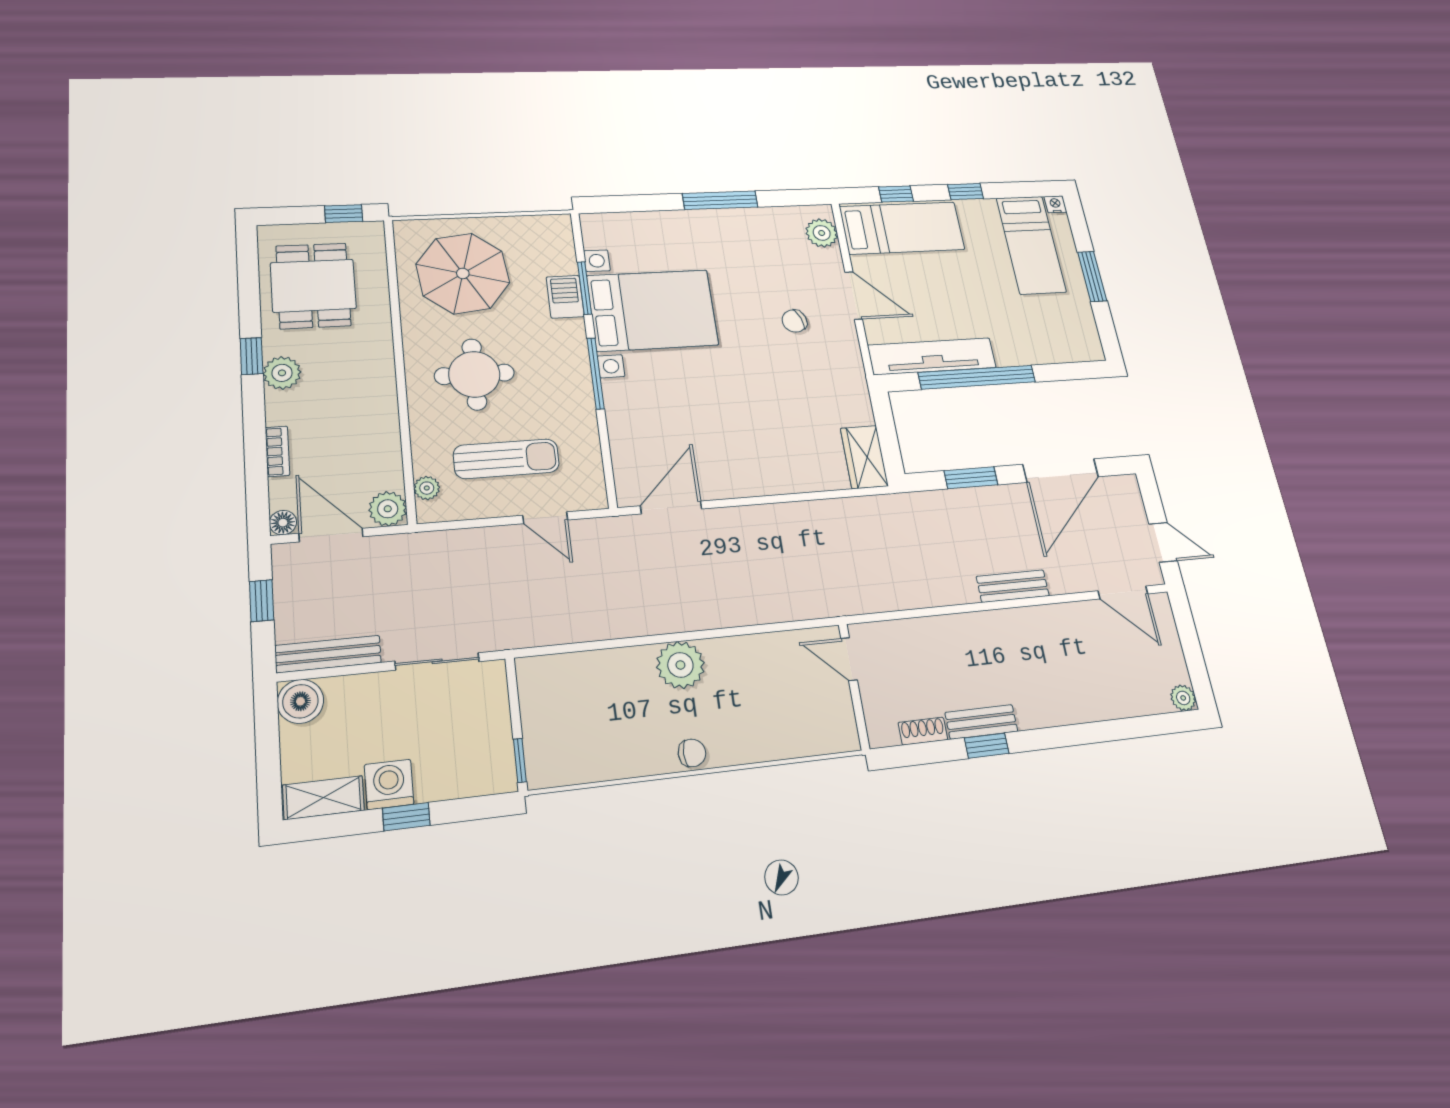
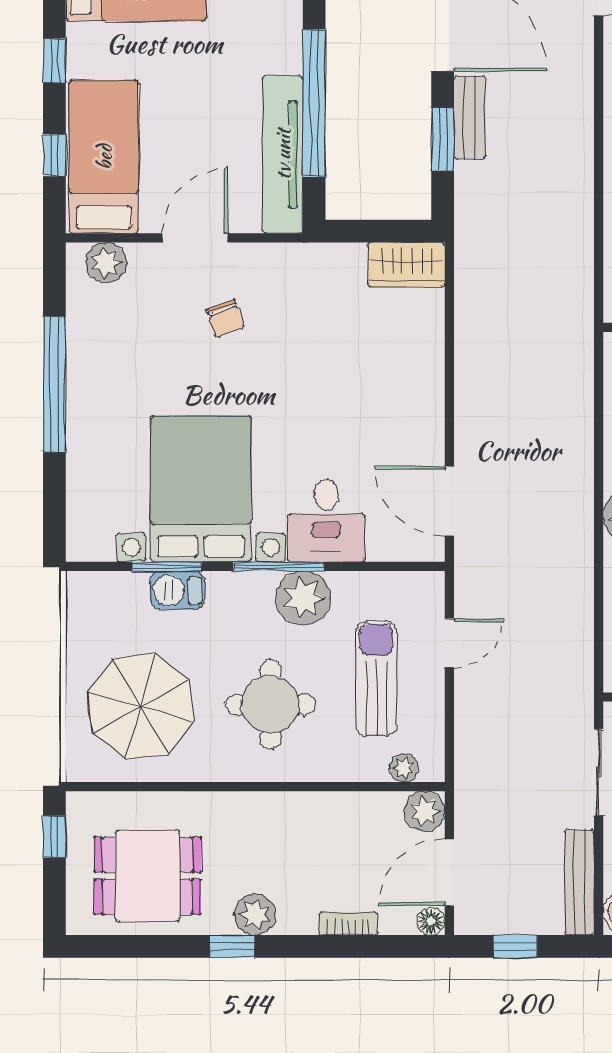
window: (720, 200) -> (54, 384), width x1.46
plant: (571, 395) -> (303, 598), added
desk: (640, 409) -> (326, 520), added
bench: (1013, 586) -> (470, 117), moved

